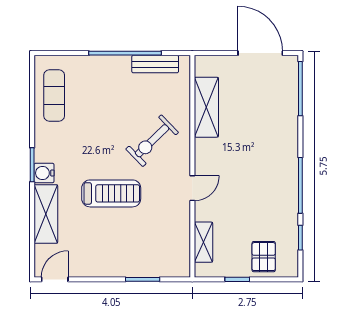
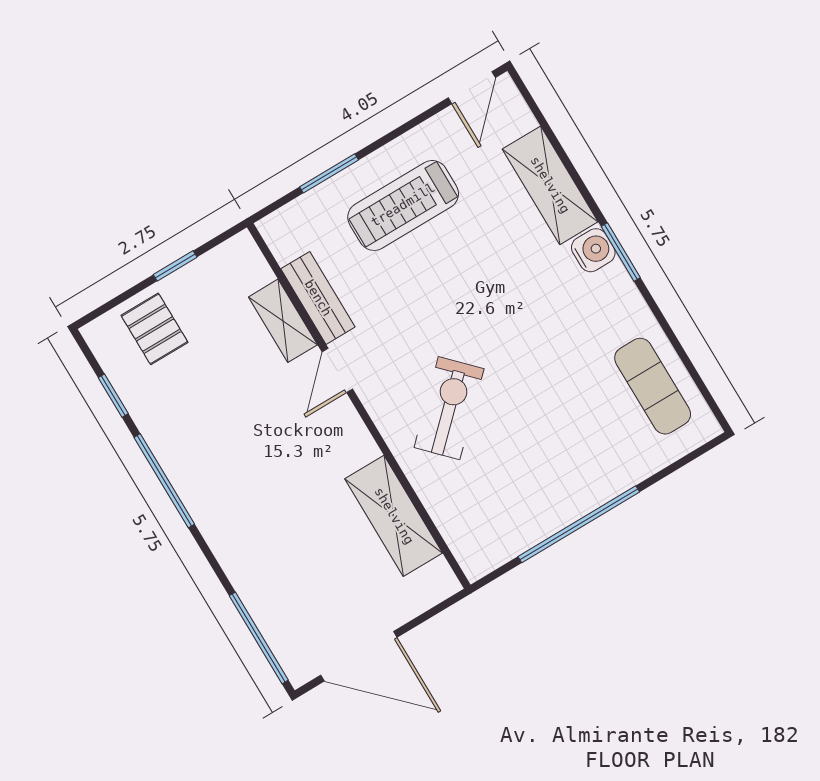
bench: (155, 64) -> (318, 298), moved, turned 90
treadmill: (111, 193) -> (403, 205), moved
shelving: (203, 242) -> (283, 321), moved

